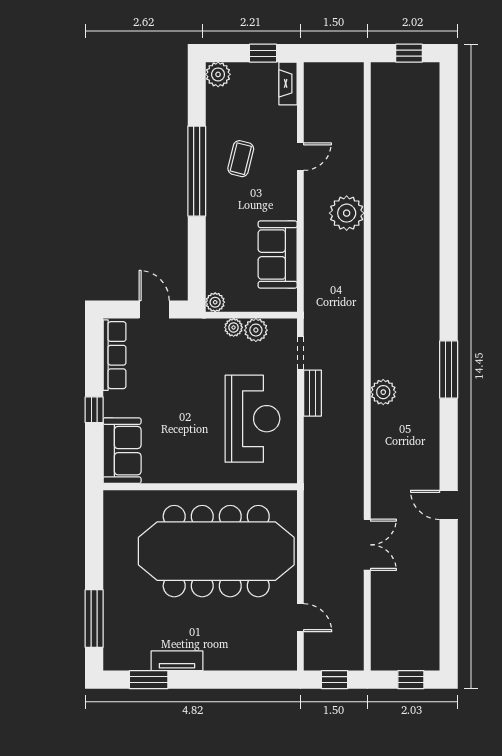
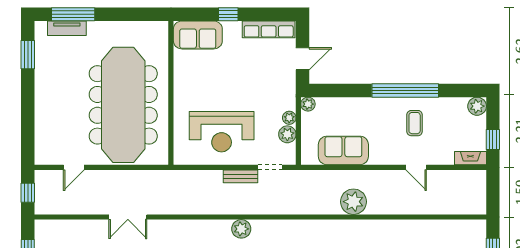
coffee table: (241, 159) -> (415, 123), turned 76
plant: (347, 213) -> (353, 202), moved
tv unit: (177, 661) -> (67, 28), moved, turned 90

